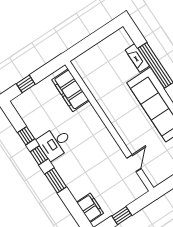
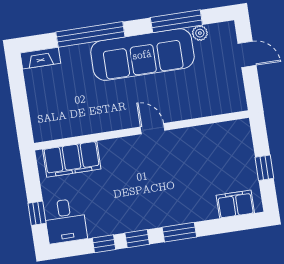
fireplace: (137, 58) -> (40, 58), moved
desk: (55, 143) -> (65, 221), moved
door: (134, 163) -> (152, 129), moved

